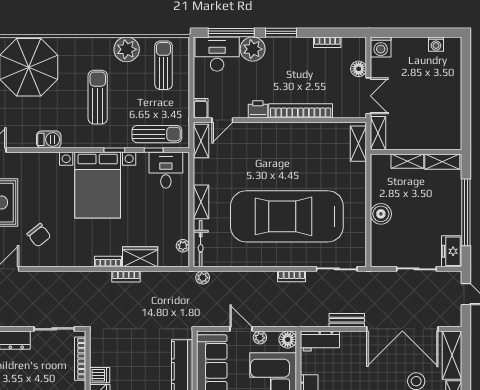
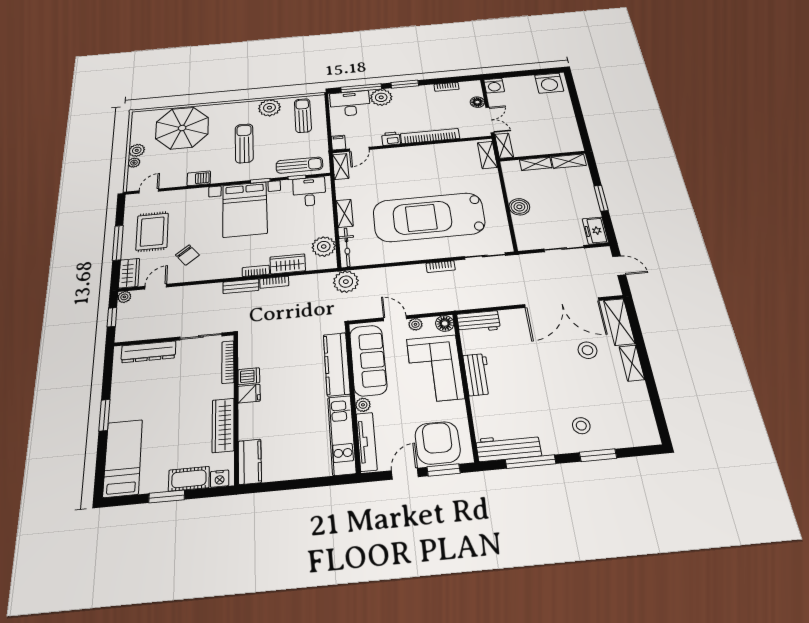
washing machine: (436, 44) -> (549, 83), width x1.89, depth x1.89
window: (466, 212) -> (601, 198), width x0.47
plant: (183, 246) -> (324, 247), width x1.88, depth x1.88
plant: (203, 278) -> (346, 282), width x1.87, depth x1.87
bench: (347, 320) -> (241, 286), moved

